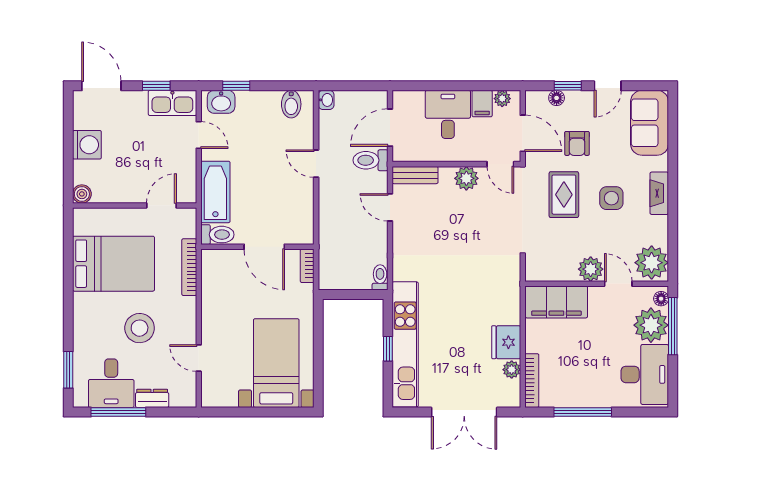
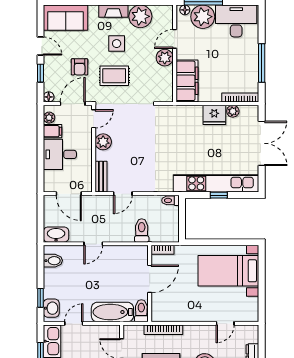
floor lamp: (557, 98) -> (49, 97), moved
washbasin: (326, 100) -> (56, 235), width x1.91, depth x1.45
armchair: (577, 143) -> (80, 67), turned 90
toilet: (370, 160) -> (142, 230), moved, turned 180
plant: (652, 263) -> (140, 16), moved

